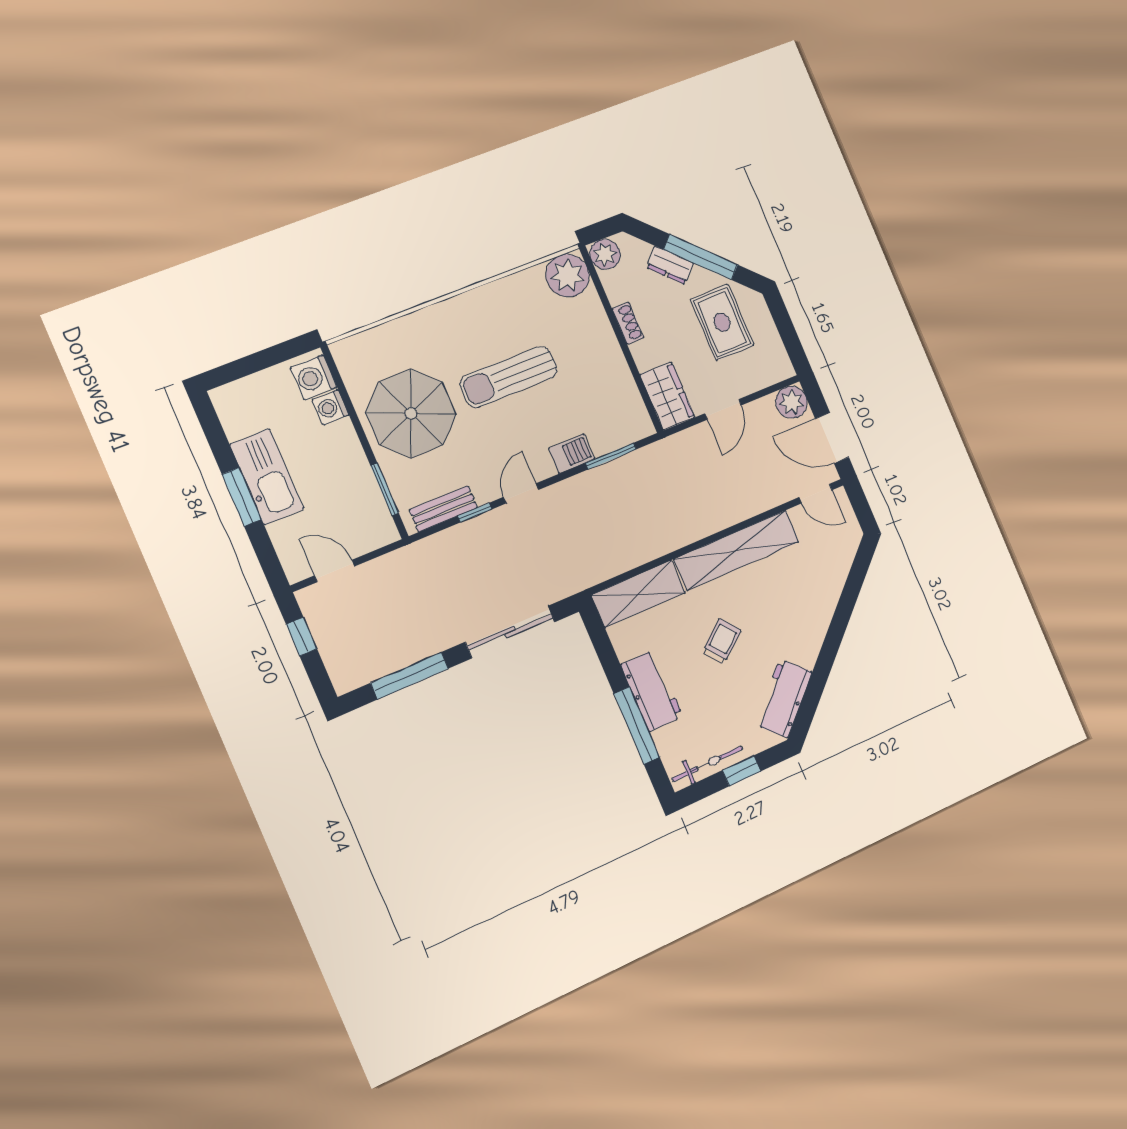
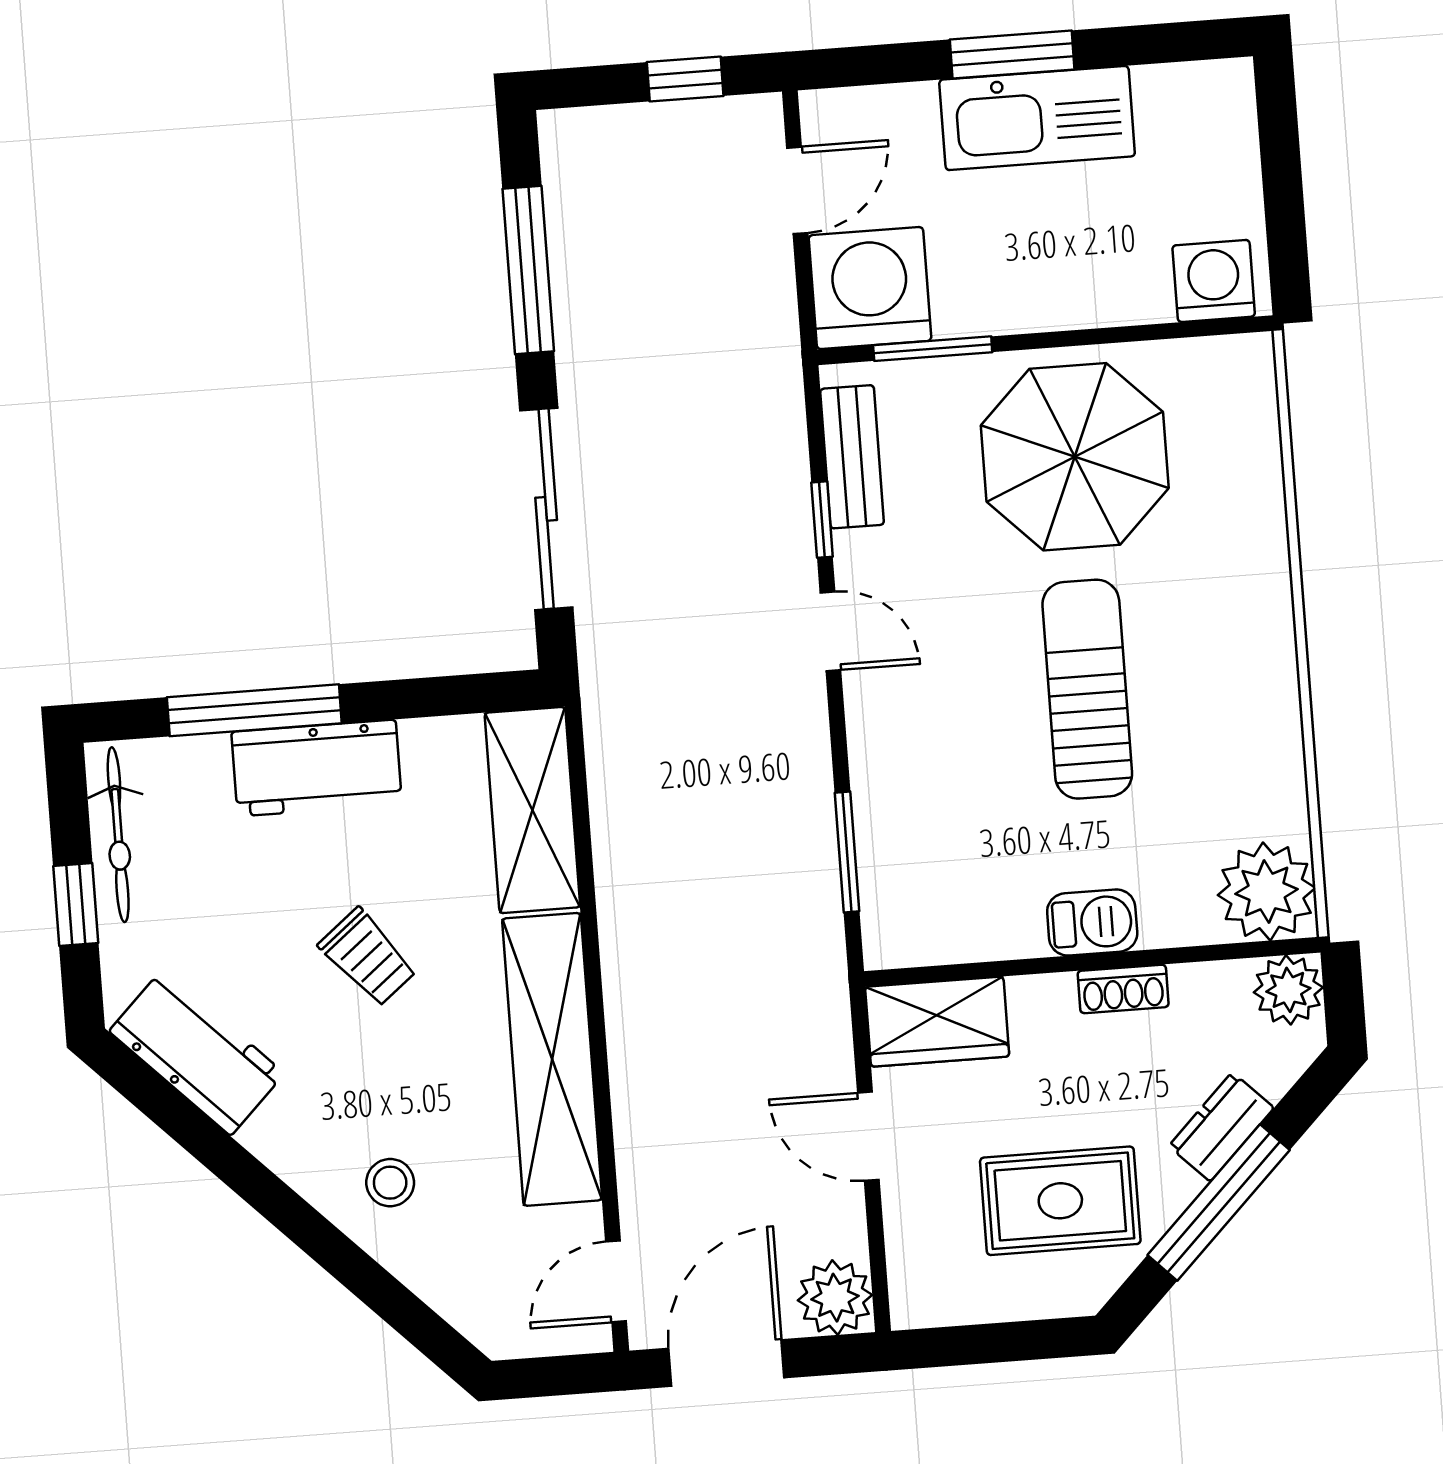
washing machine: (330, 407) -> (870, 288), moved, width x1.89, depth x1.89
barbecue: (572, 454) -> (1092, 923), moved, turned -90
stool: (808, 600) -> (390, 1183), added

